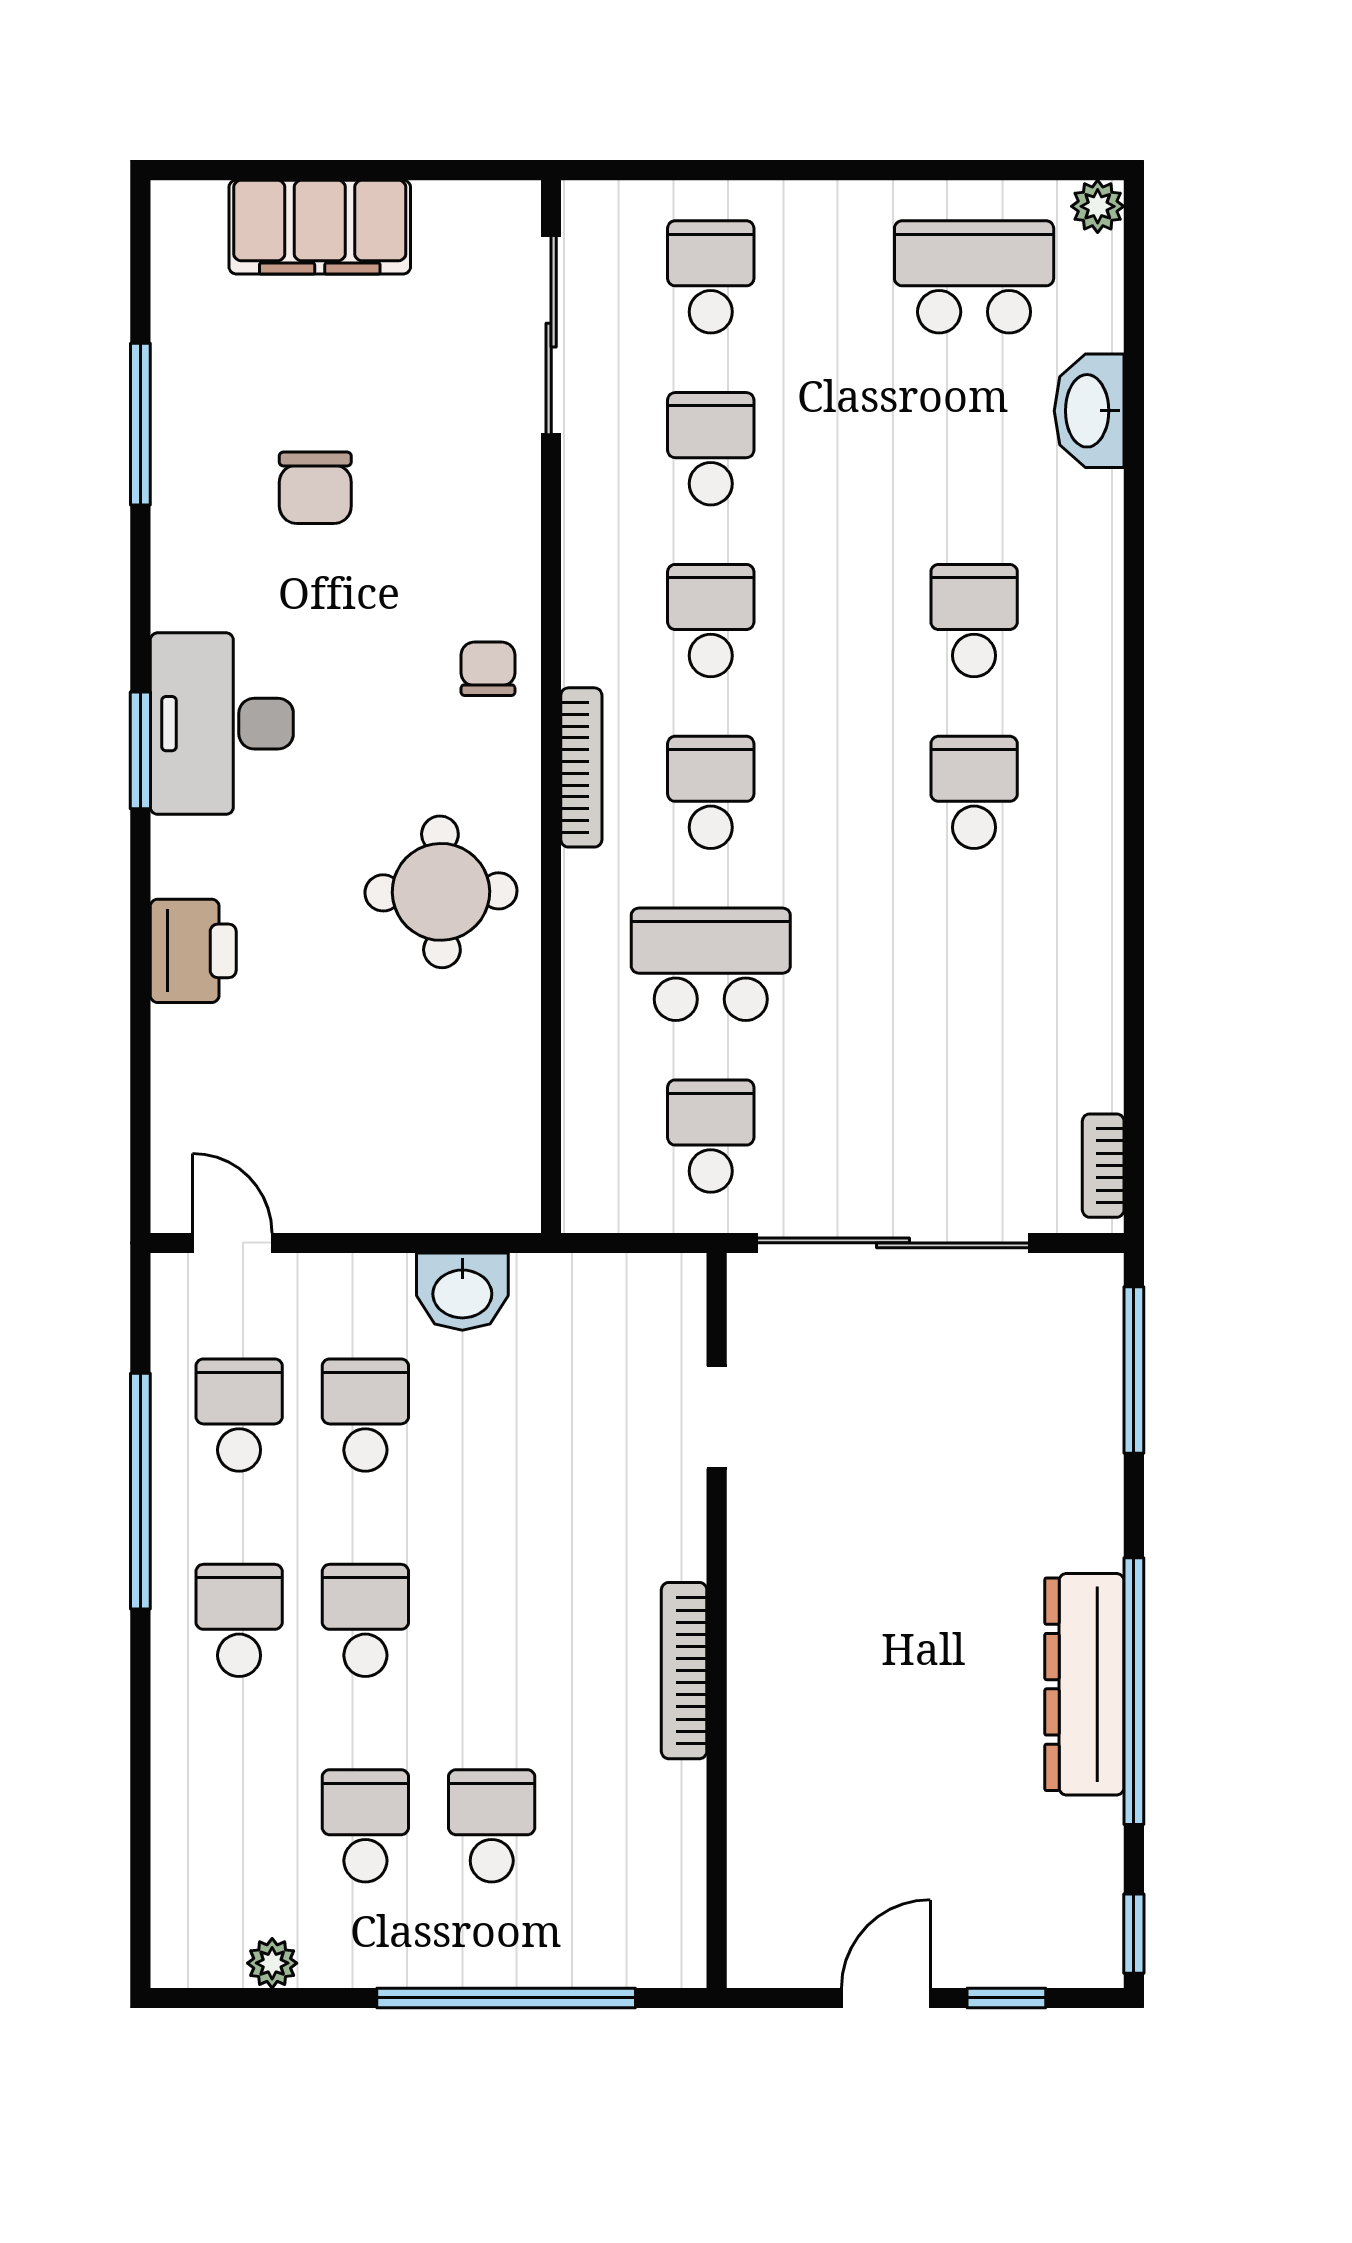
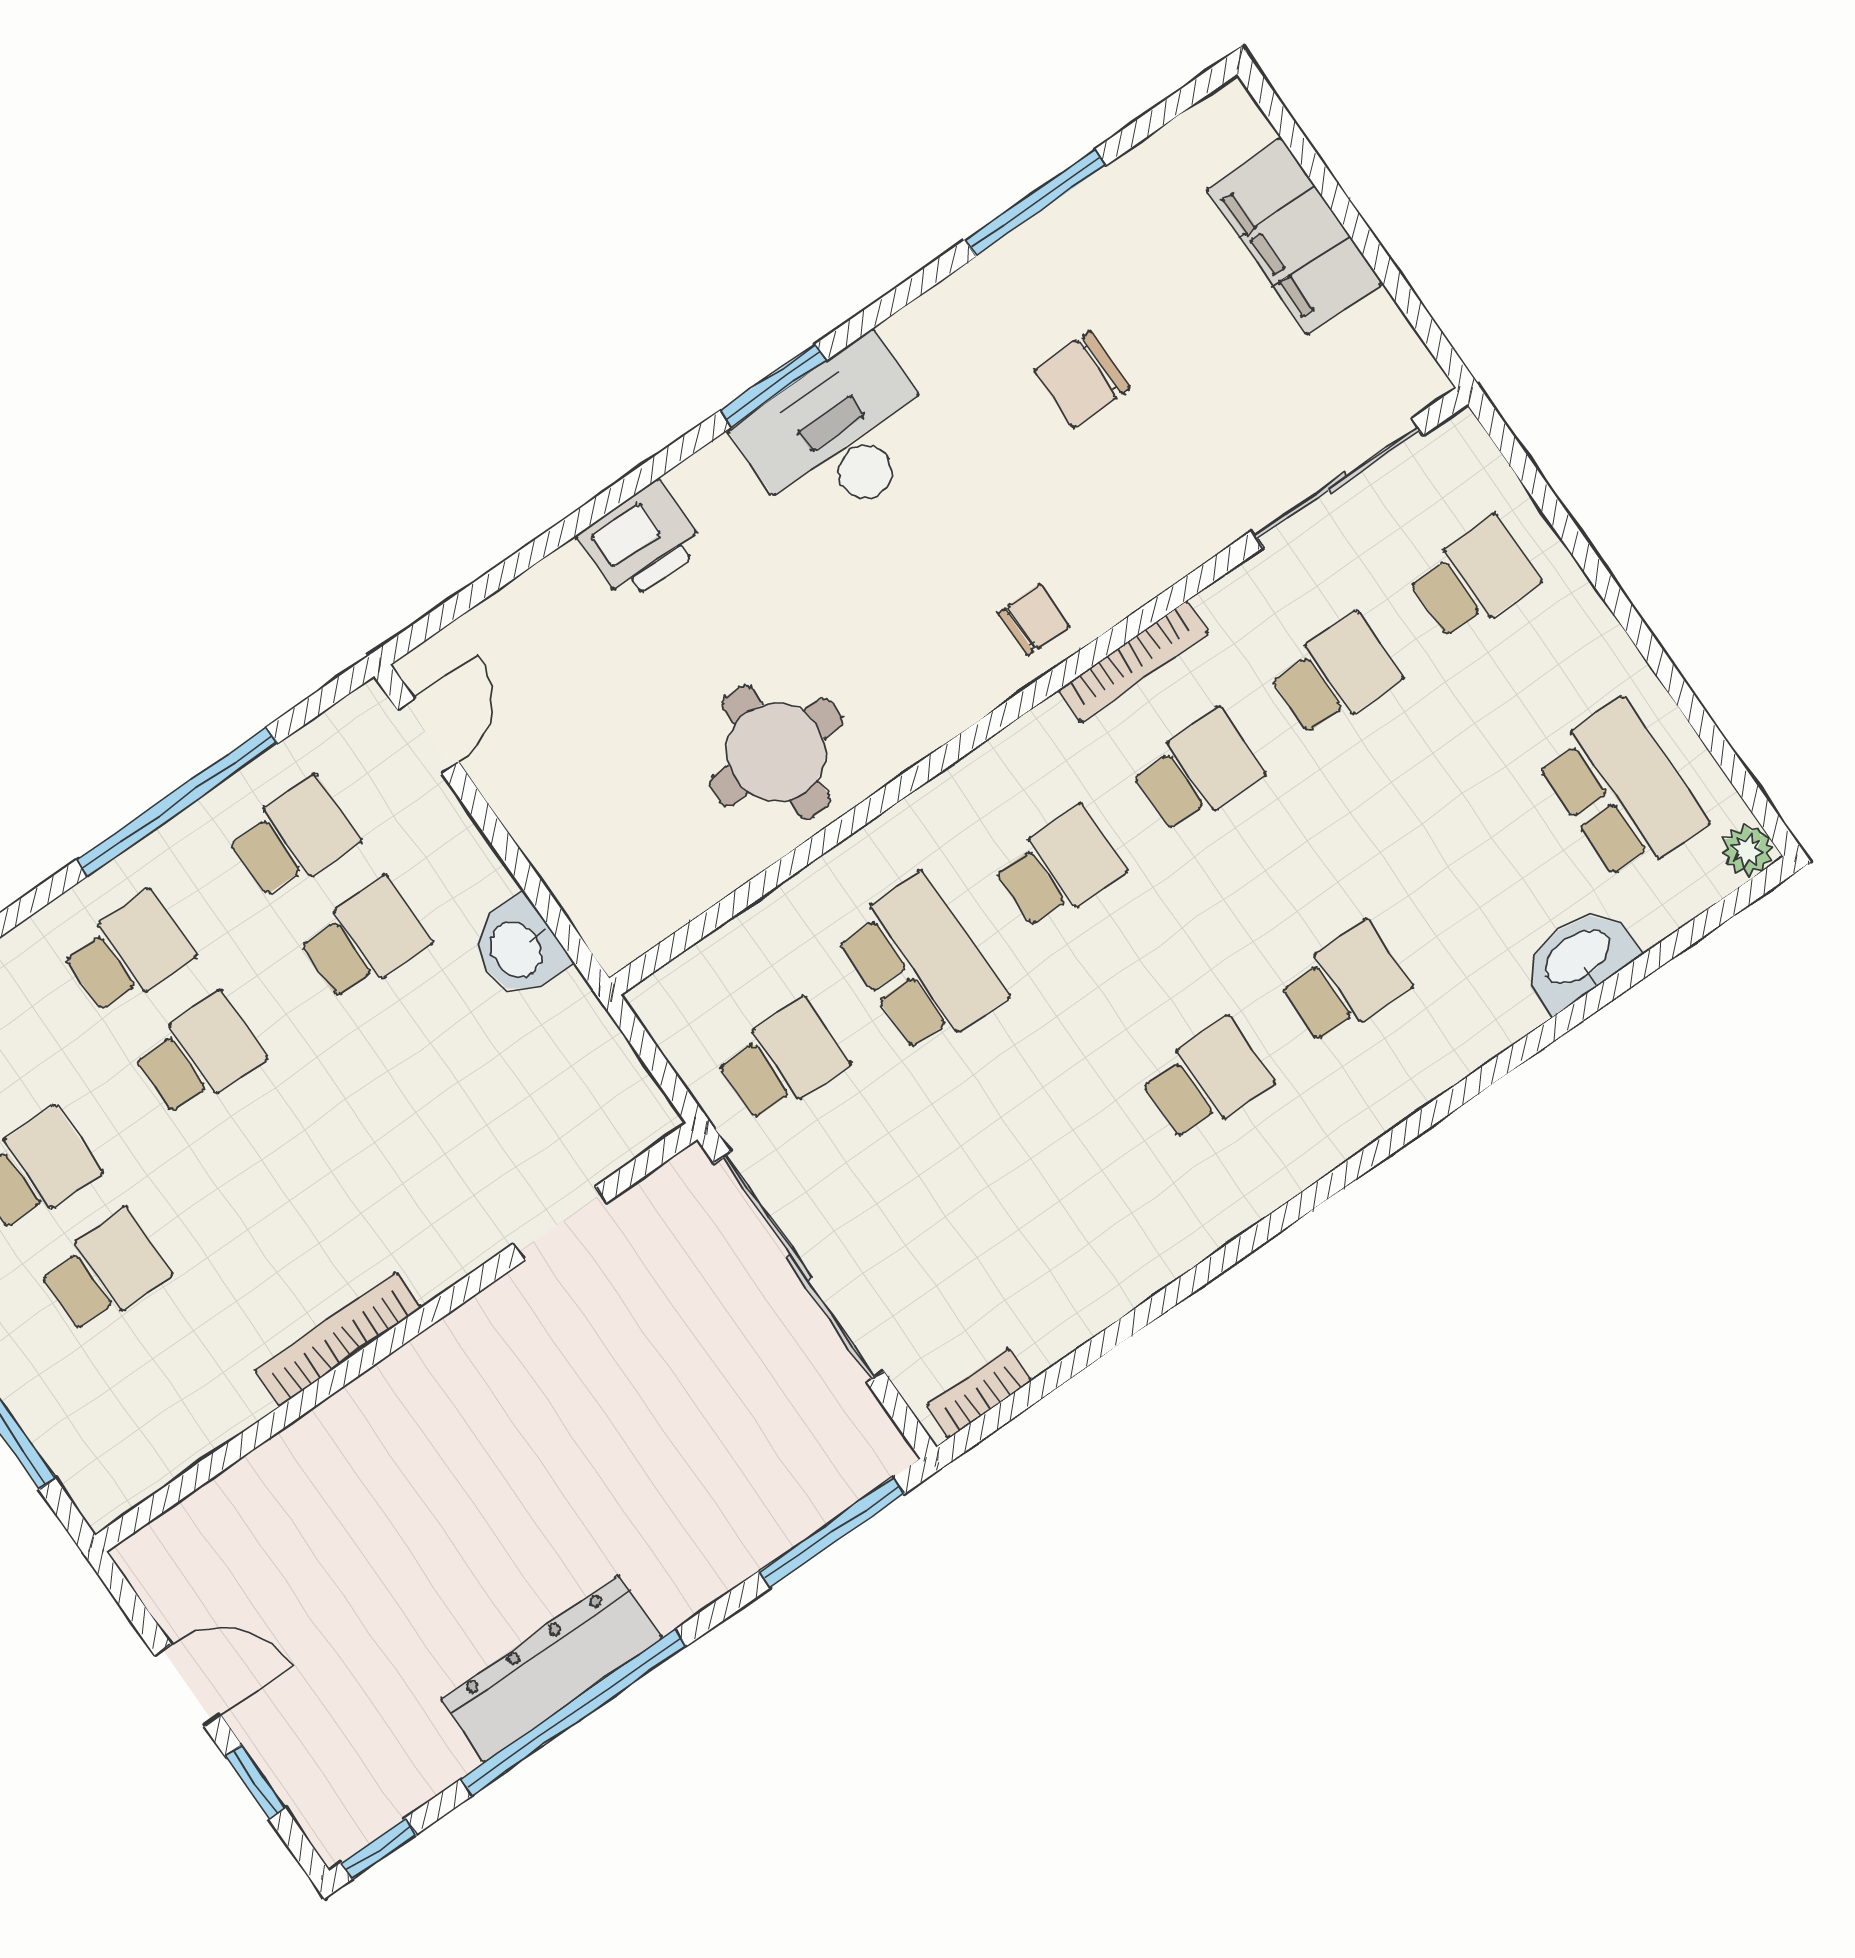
bookcase: (581, 767) -> (1133, 661), moved
round table: (441, 892) -> (776, 752), moved

